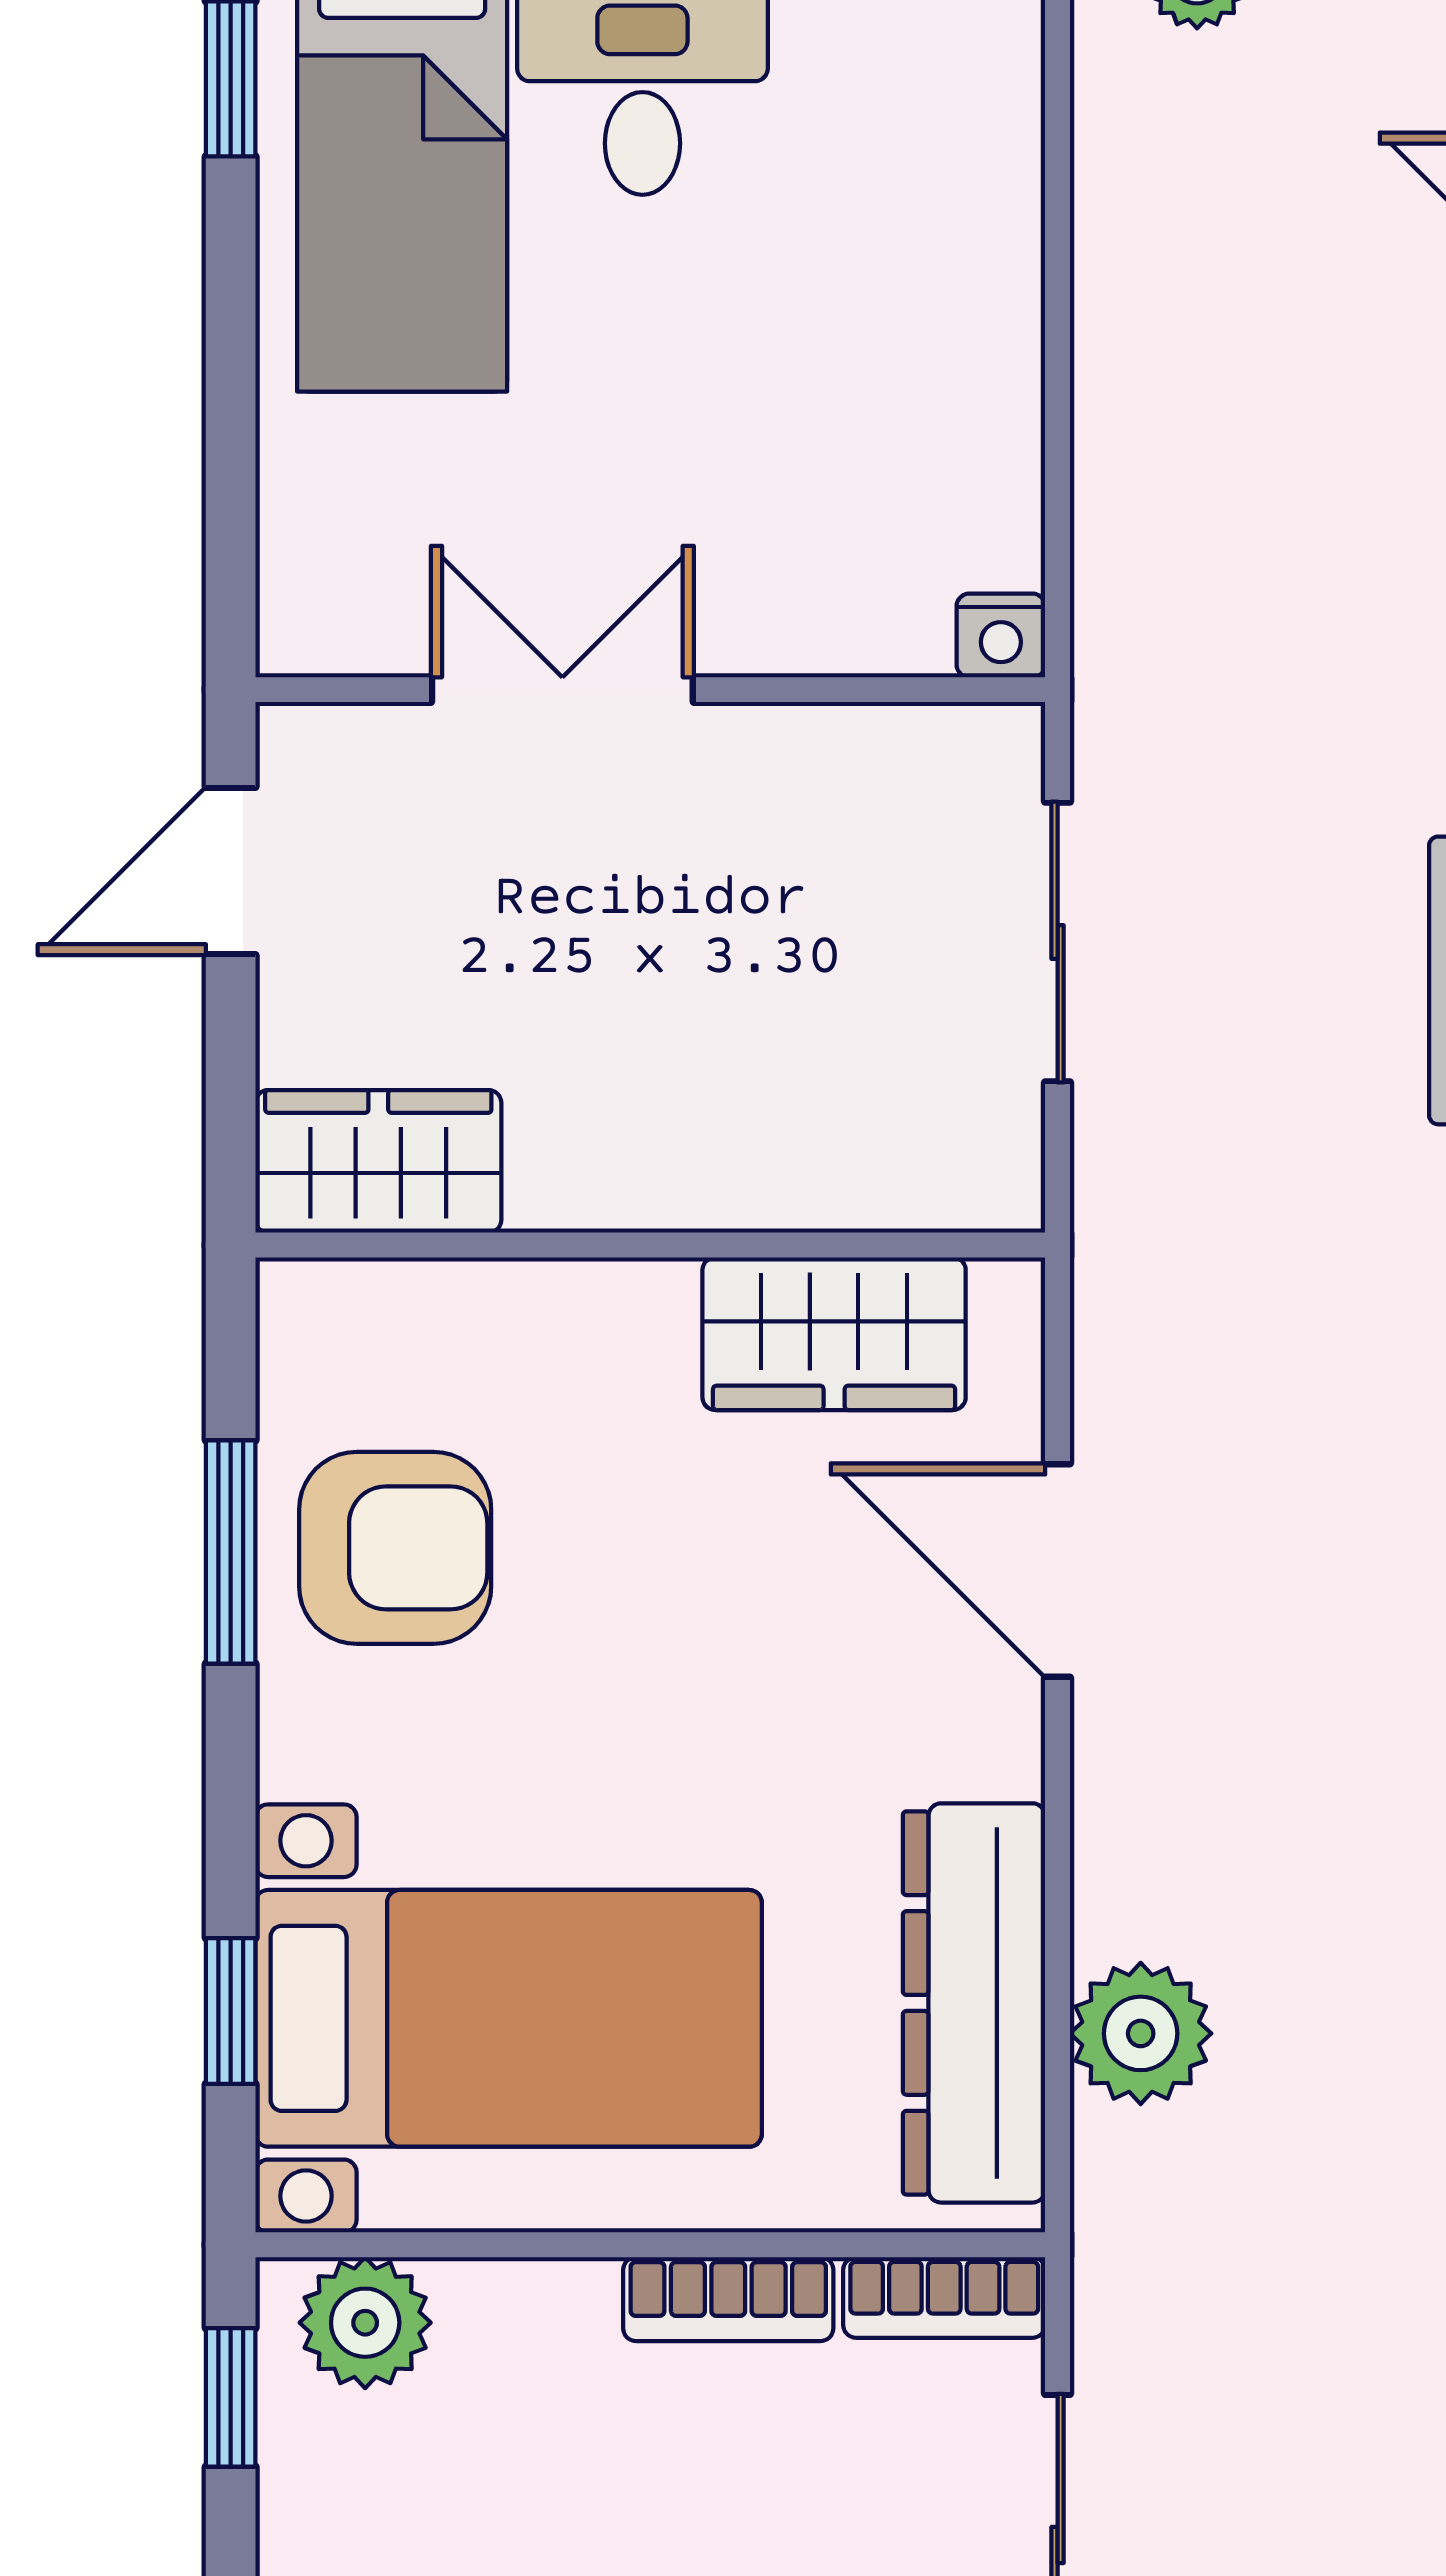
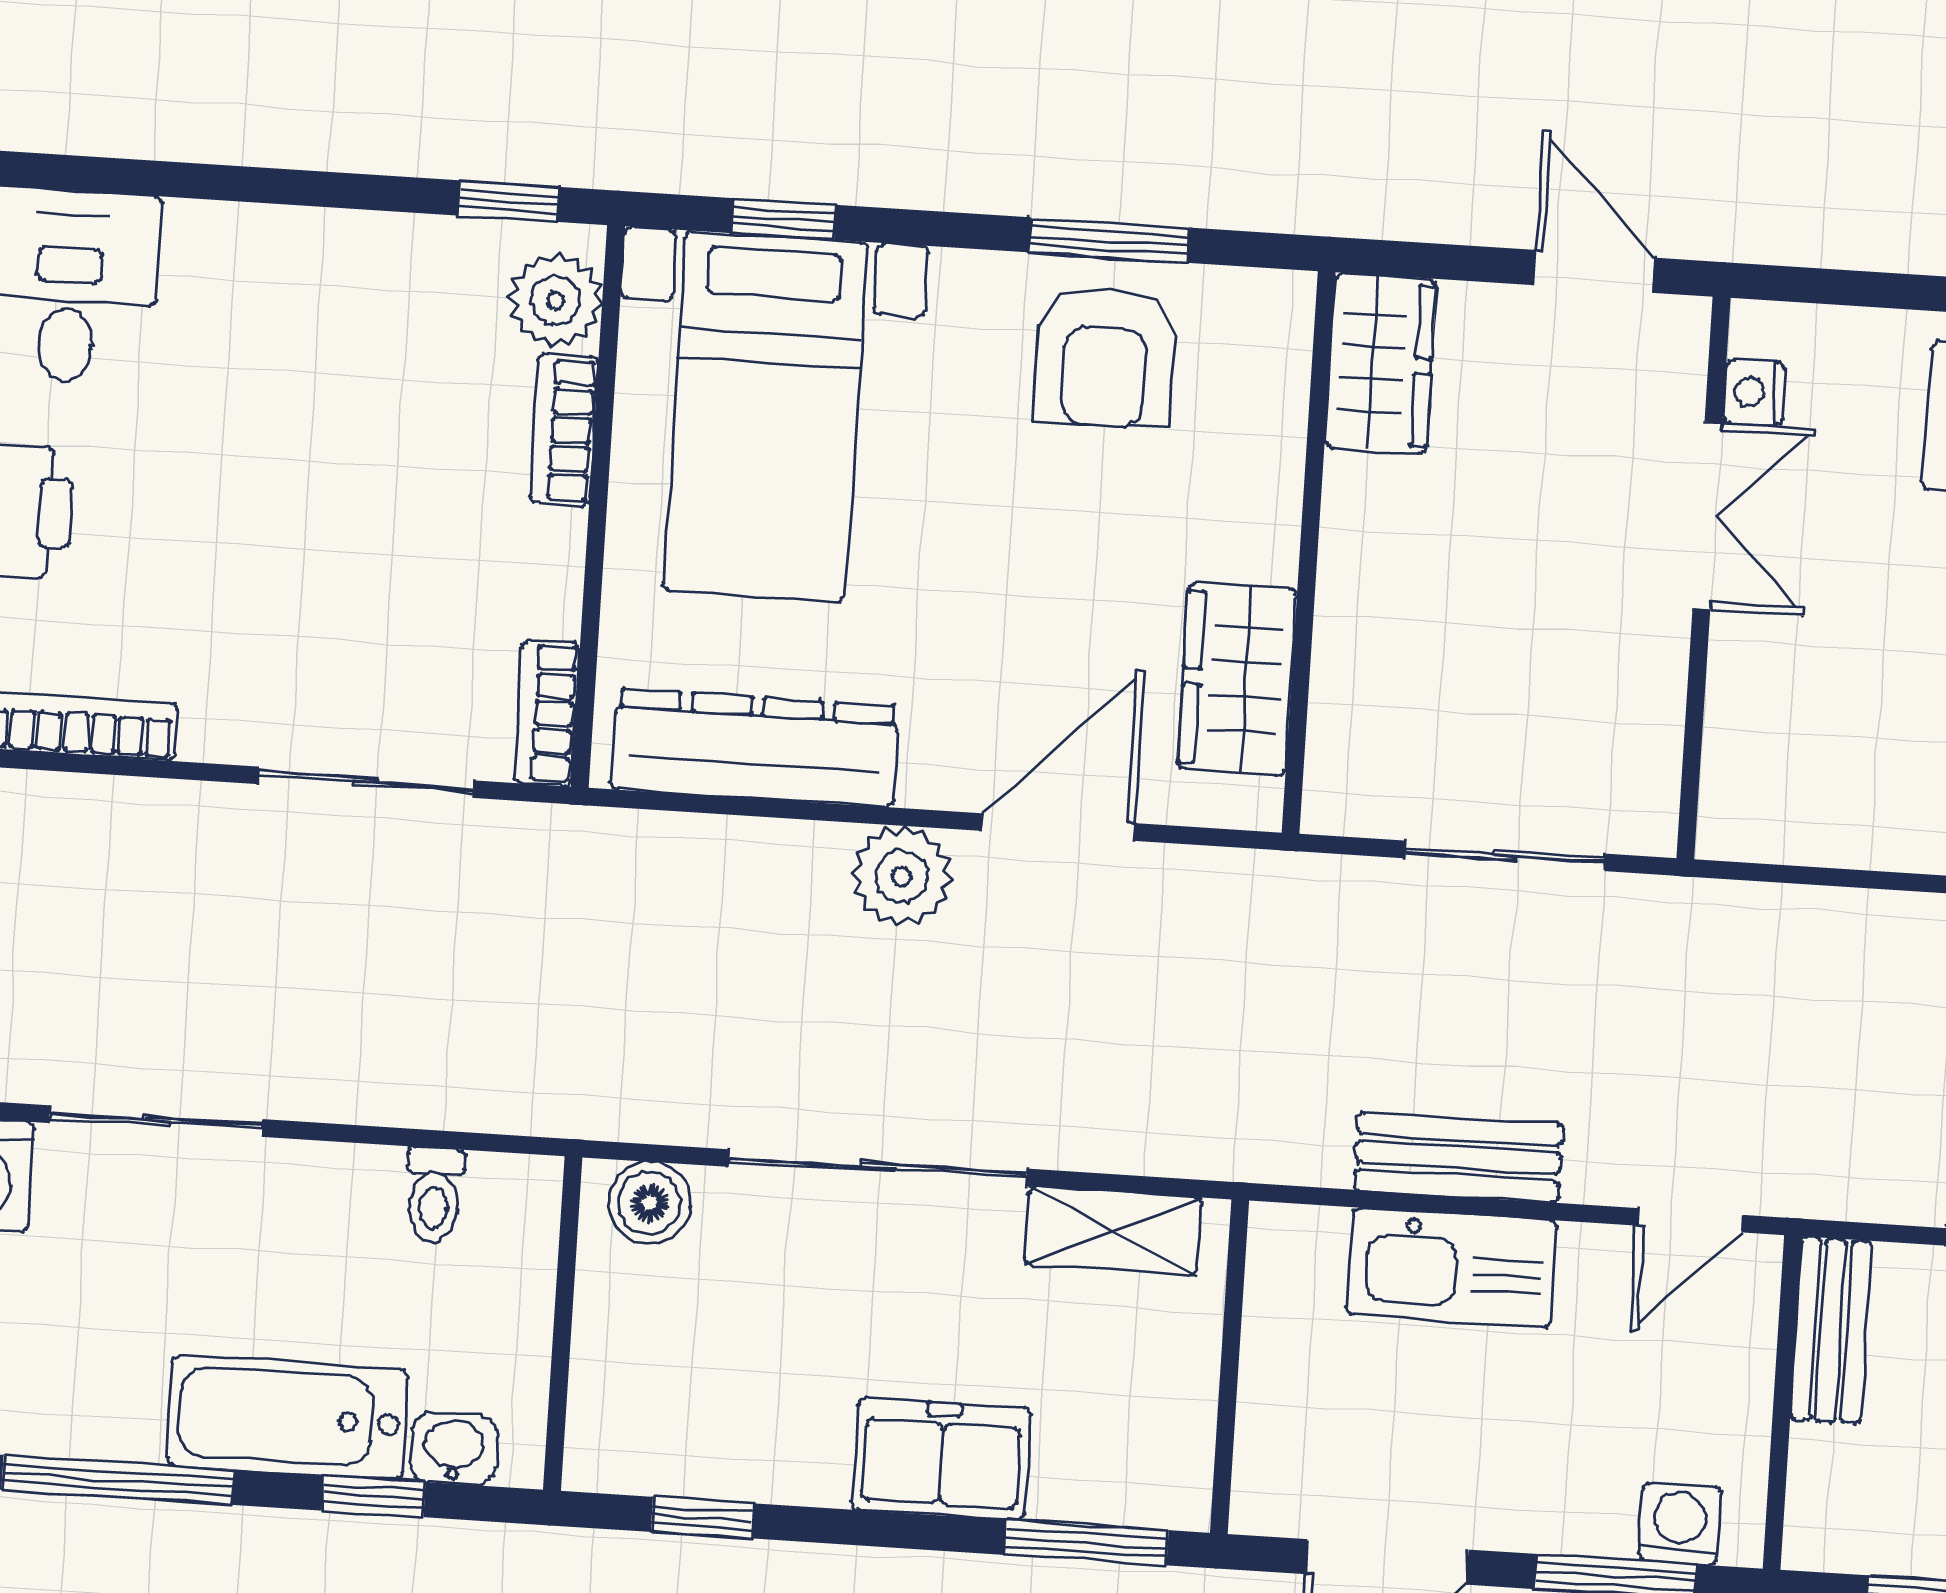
nightstand: (1001, 635) -> (1754, 392), moved
plant: (1141, 2033) -> (902, 876), moved
bookcase: (728, 2299) -> (564, 430), moved

